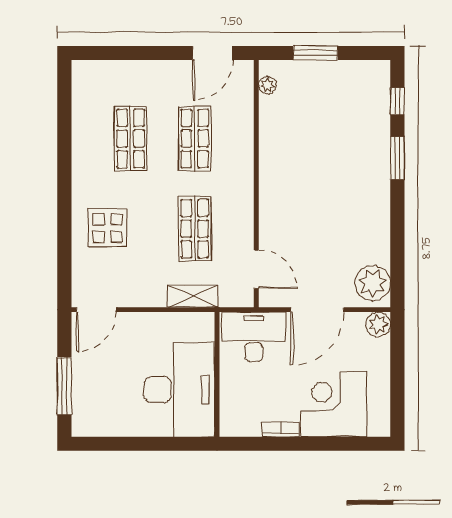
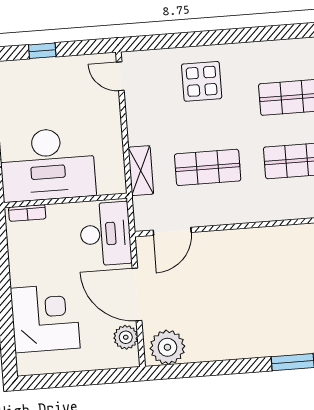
door: (96, 310) -> (120, 76), width x0.73
plant: (378, 324) -> (126, 337), moved
window: (64, 386) -> (42, 51), width x0.46
bookcase: (281, 429) -> (27, 213), moved, turned 90

